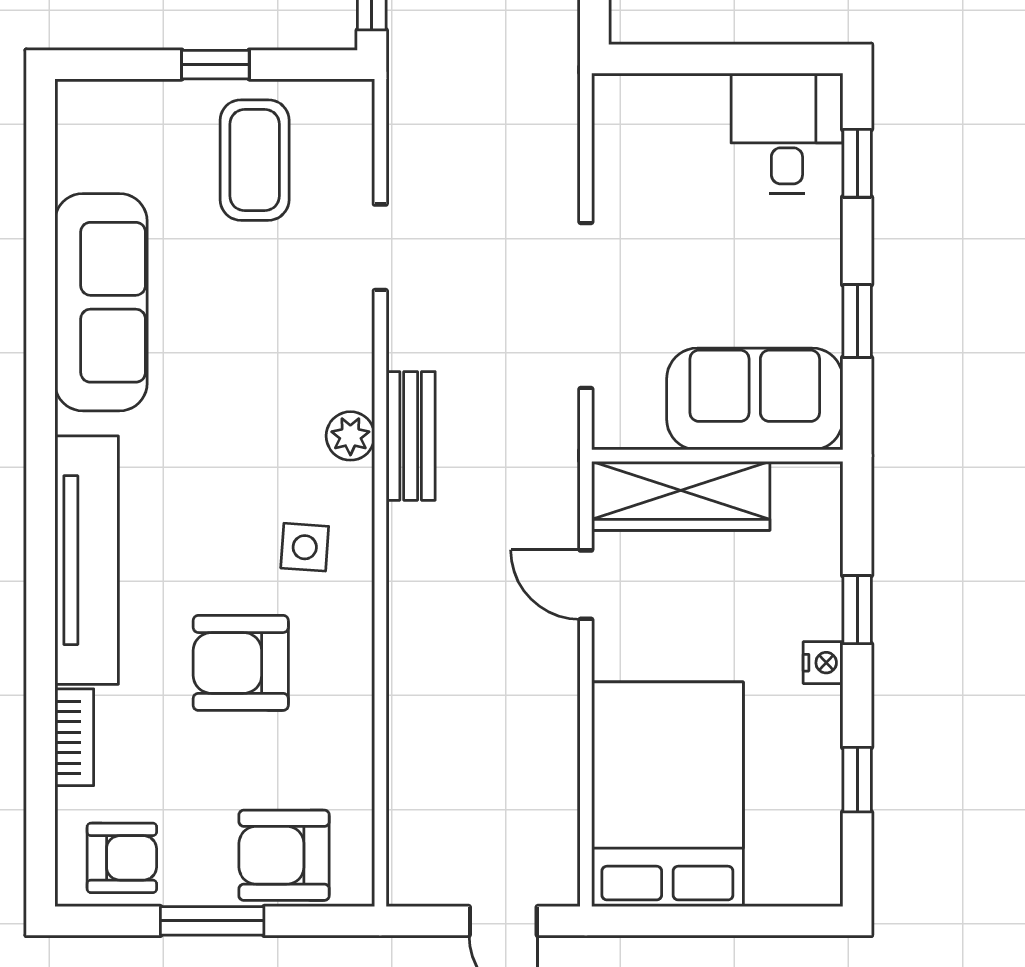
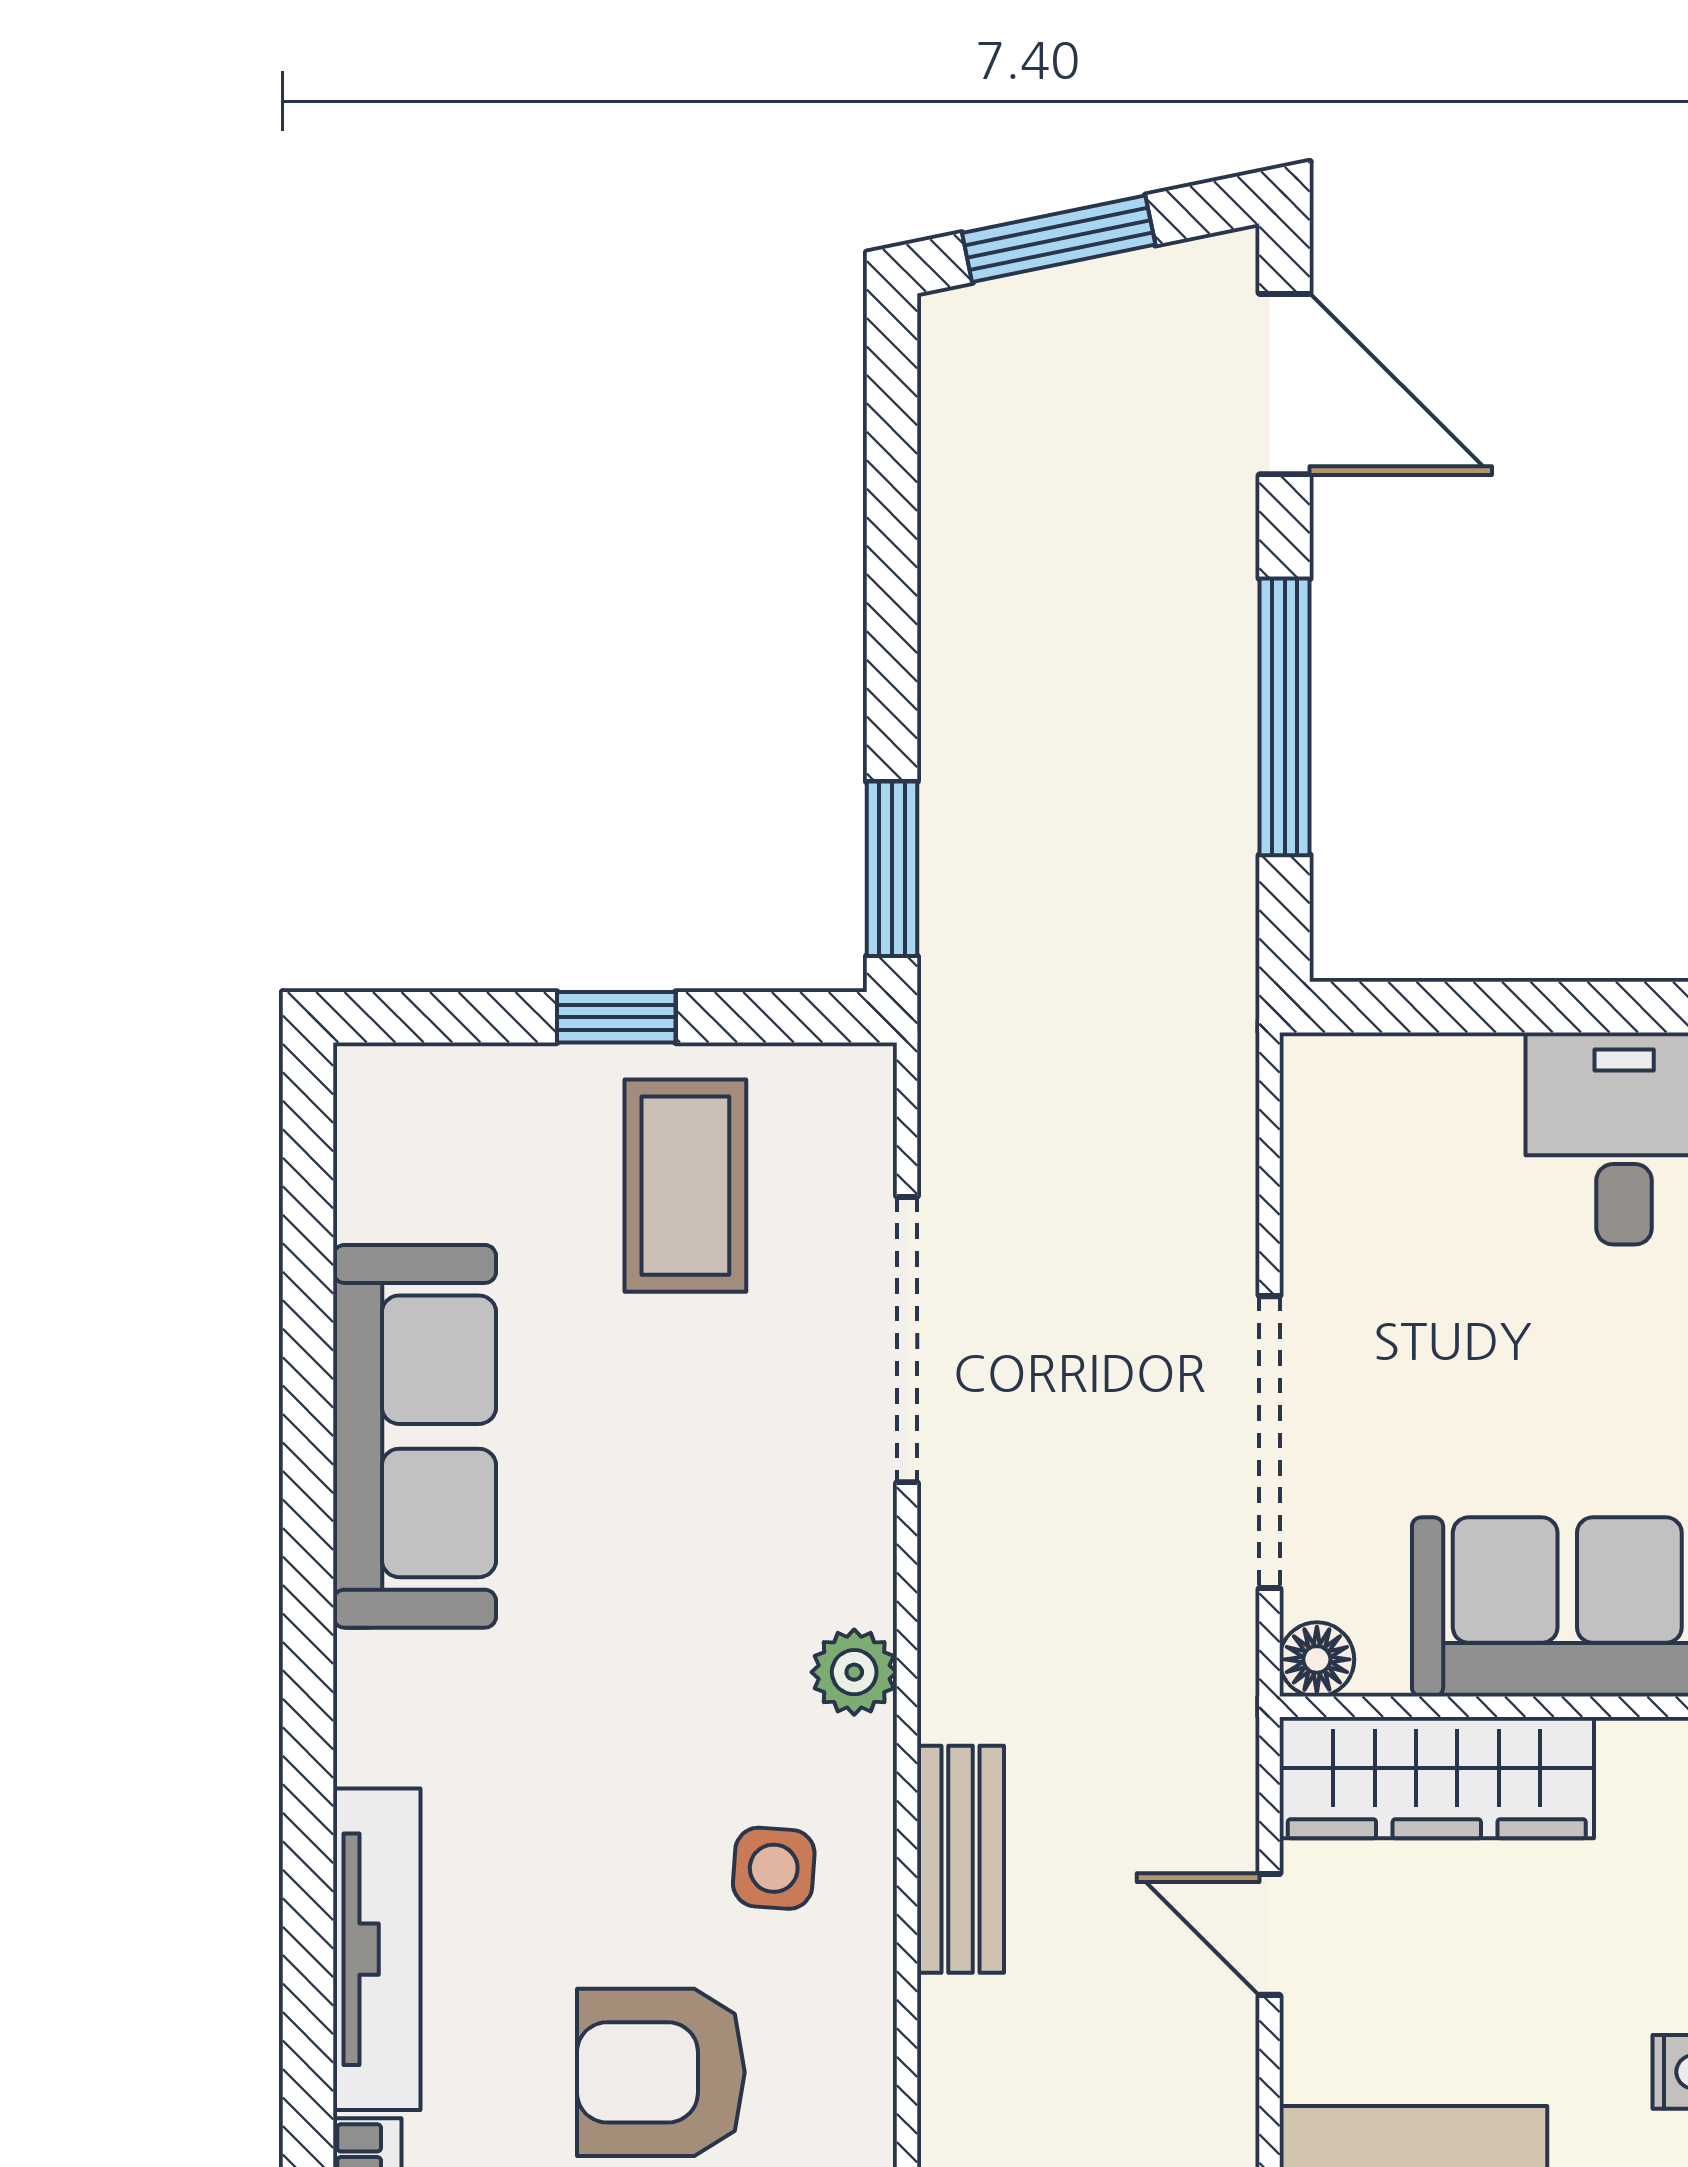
doorway: (380, 247) -> (907, 1340), width x1.88
floor lamp: (613, 429) -> (1317, 1659), added
bench: (411, 436) -> (960, 1859), moved
tv unit: (87, 560) -> (377, 1949), width x0.73, depth x0.78

